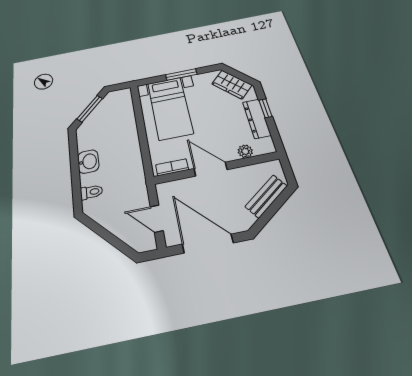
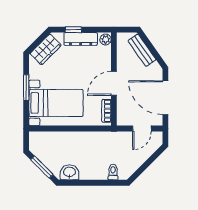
plant: (245, 151) -> (106, 39), moved
washbasin: (88, 162) -> (69, 172), moved
door: (208, 244) -> (165, 98), hinge flipped

